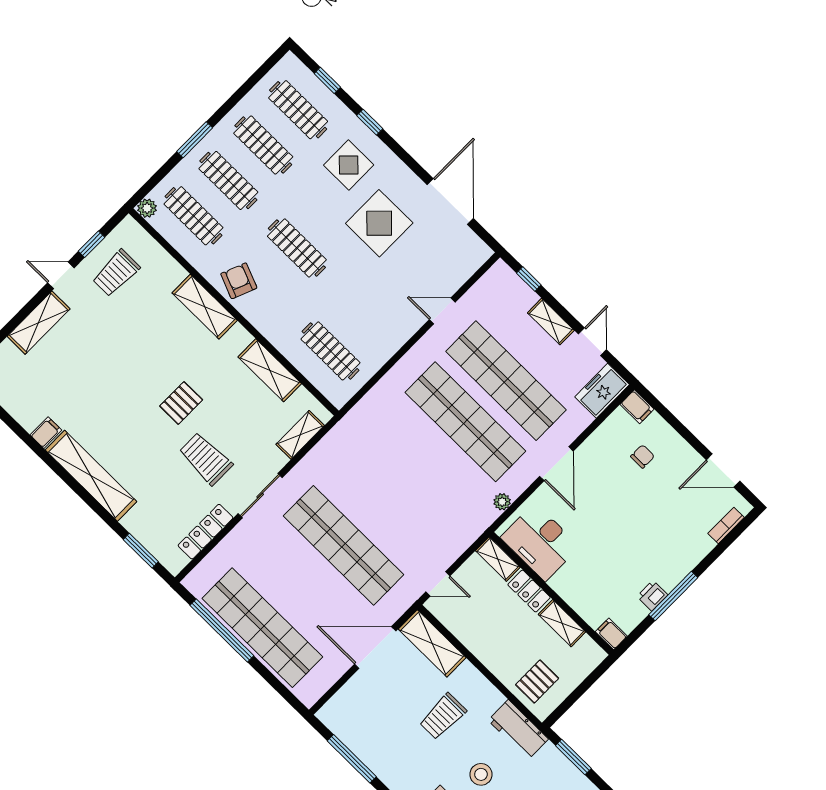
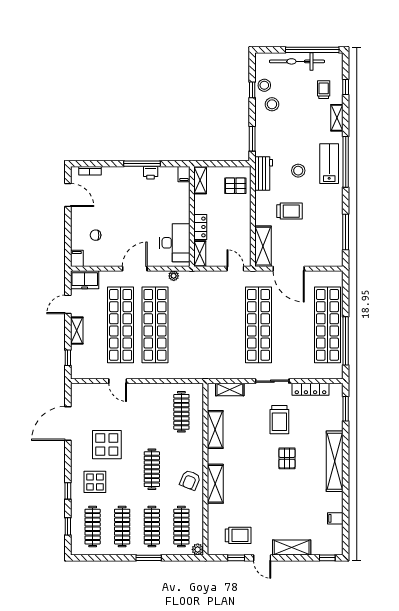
pallet: (181, 403) -> (287, 458), moved, turned 90
filing cabinet: (46, 433) -> (335, 518), moved
shelving: (562, 623) -> (200, 180), moved

